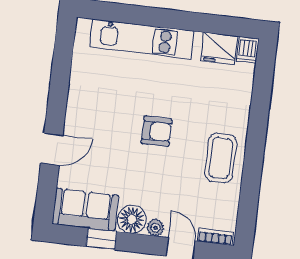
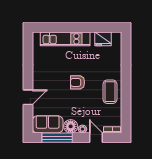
dishwasher: (248, 50) -> (117, 38), removed
armchair: (157, 131) -> (78, 82), turned 180
window: (101, 239) -> (57, 138), width x2.17

